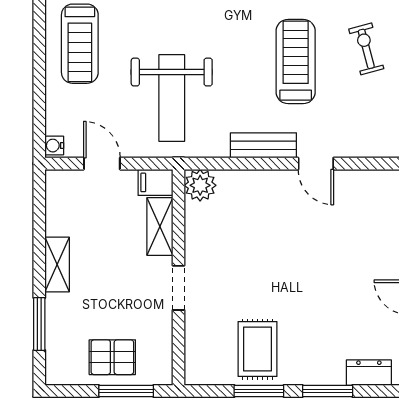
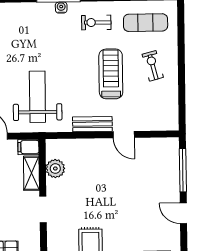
weight bench: (172, 98) -> (37, 97), turned 180
plant: (200, 185) -> (55, 169), moved

